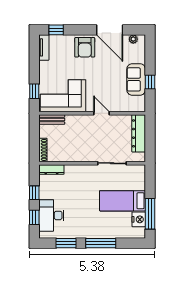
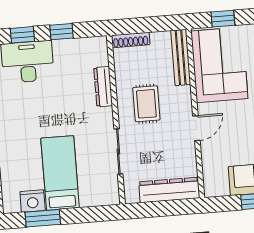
bench: (52, 120) -> (181, 57), width x1.36
rug: (84, 143) -> (146, 104), added
dresser: (51, 169) -> (103, 87), moved
window: (150, 214) -> (43, 218), width x0.69

